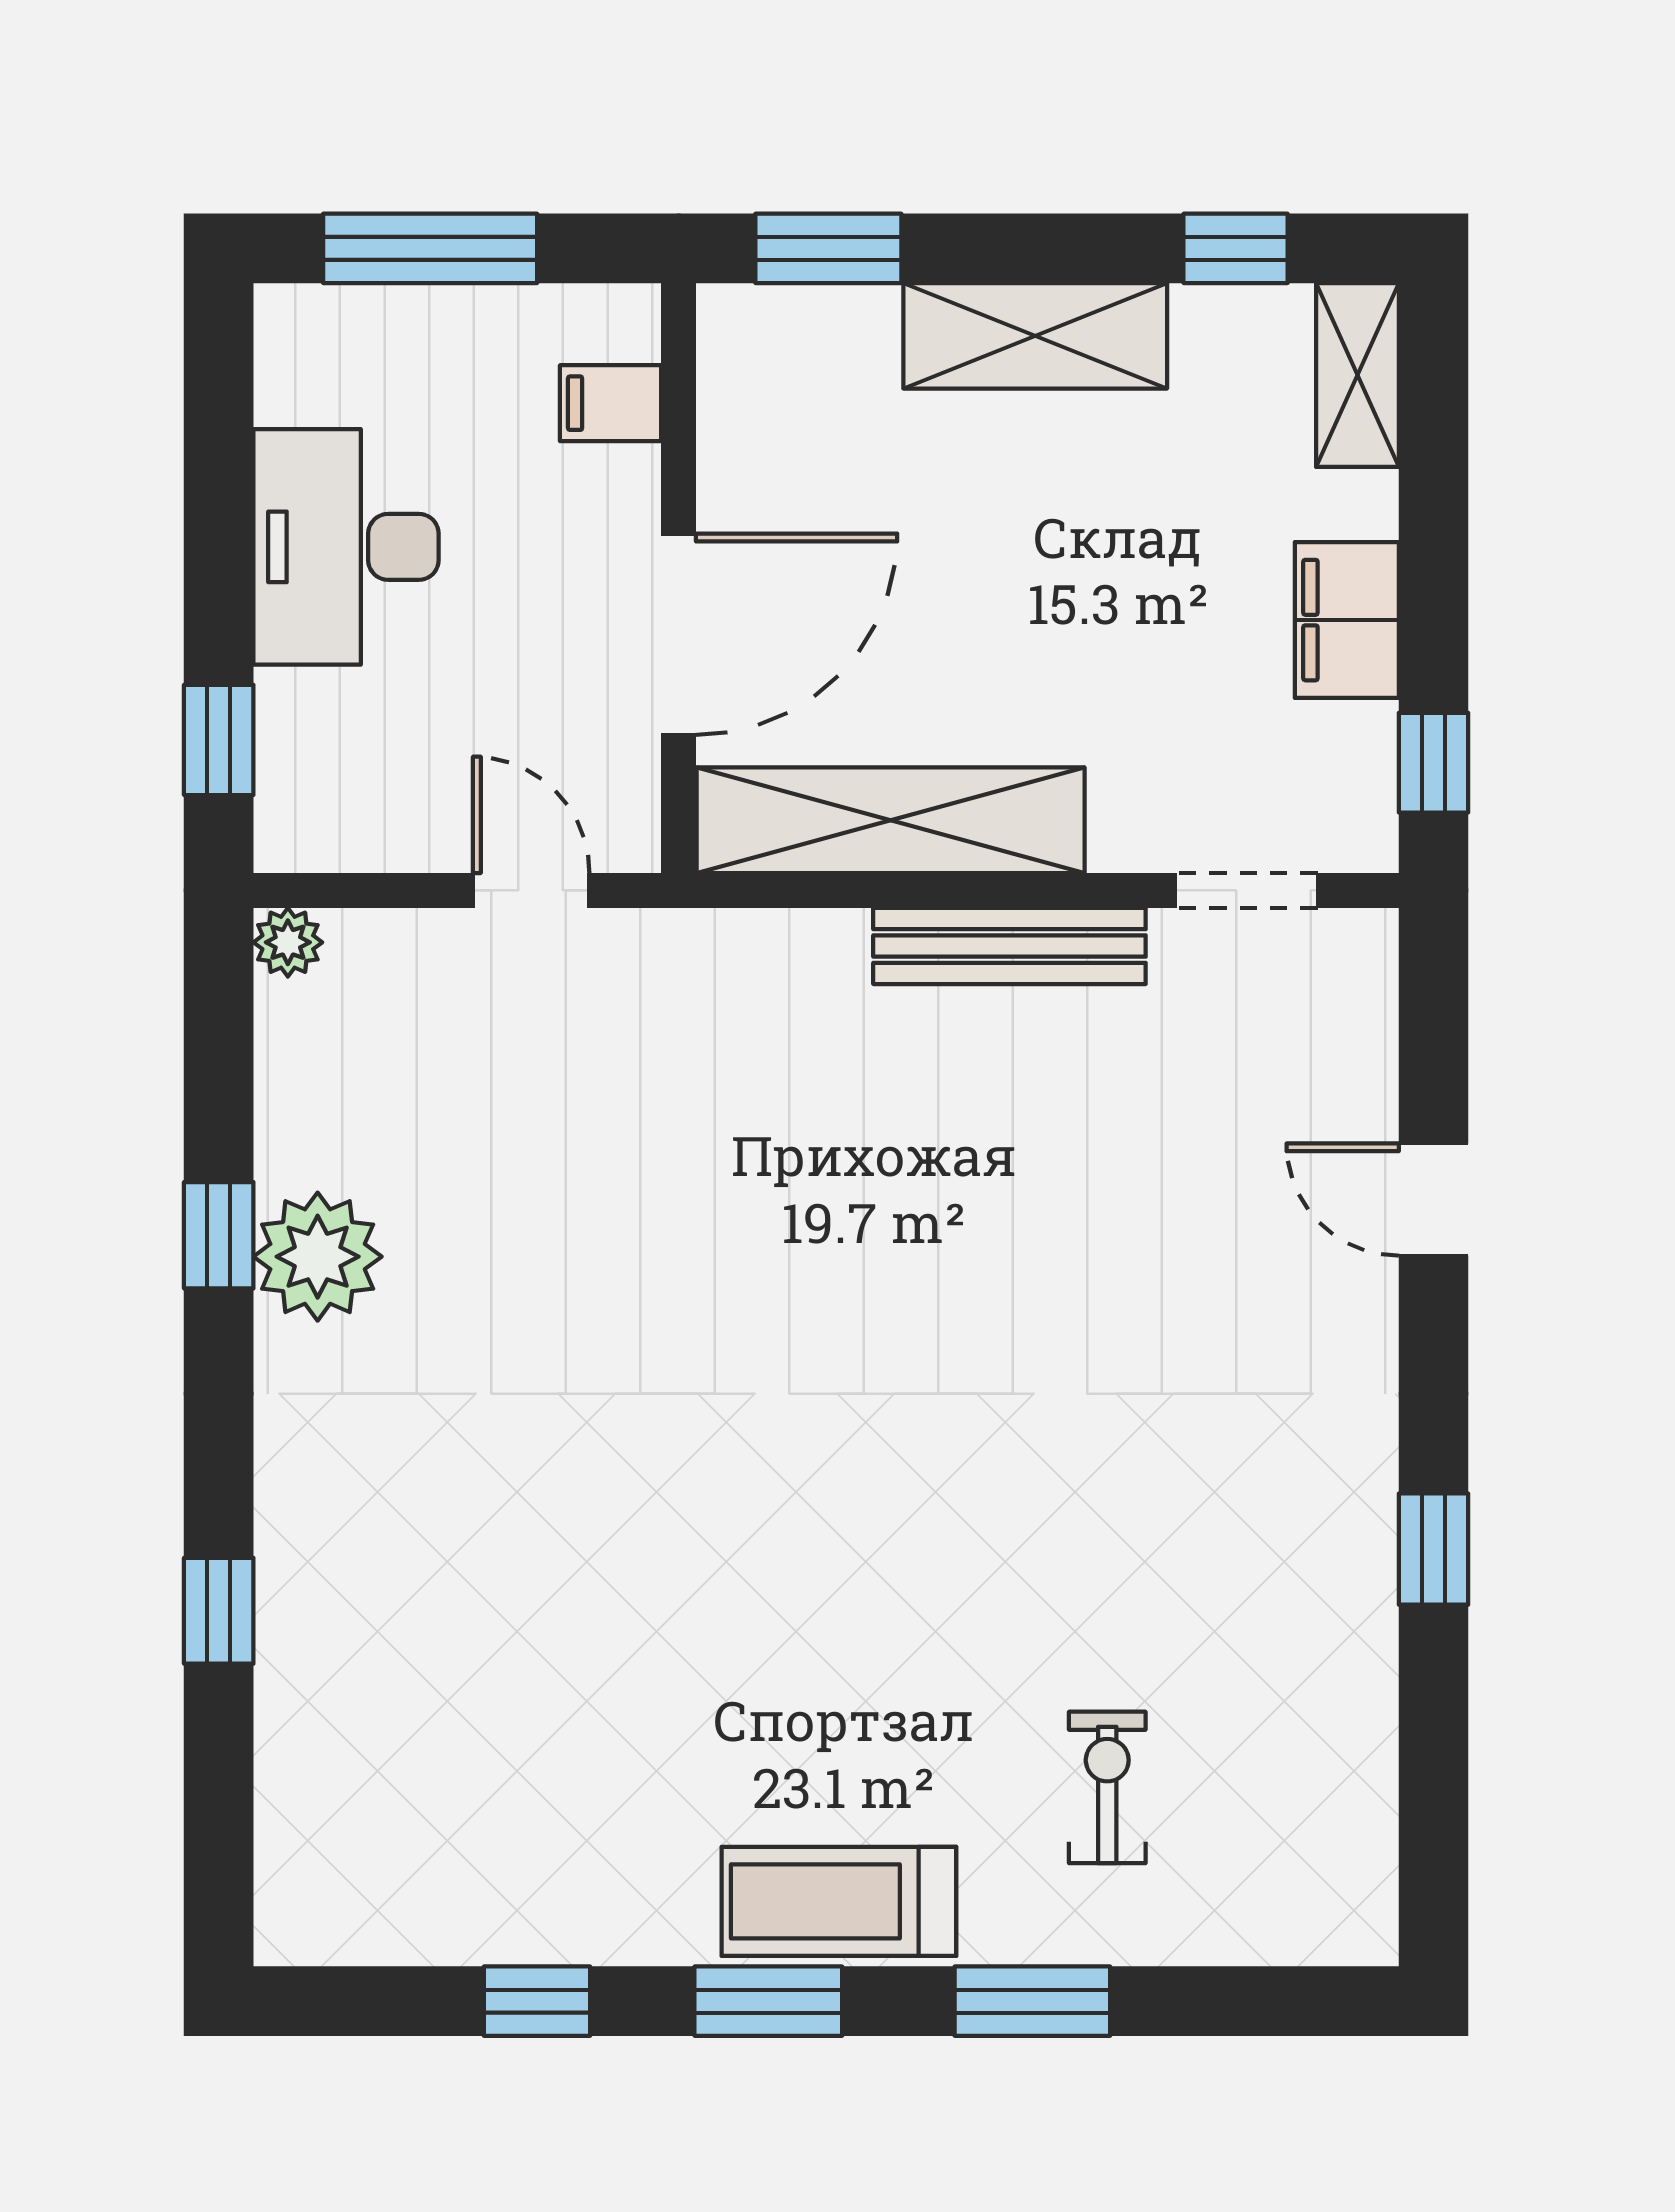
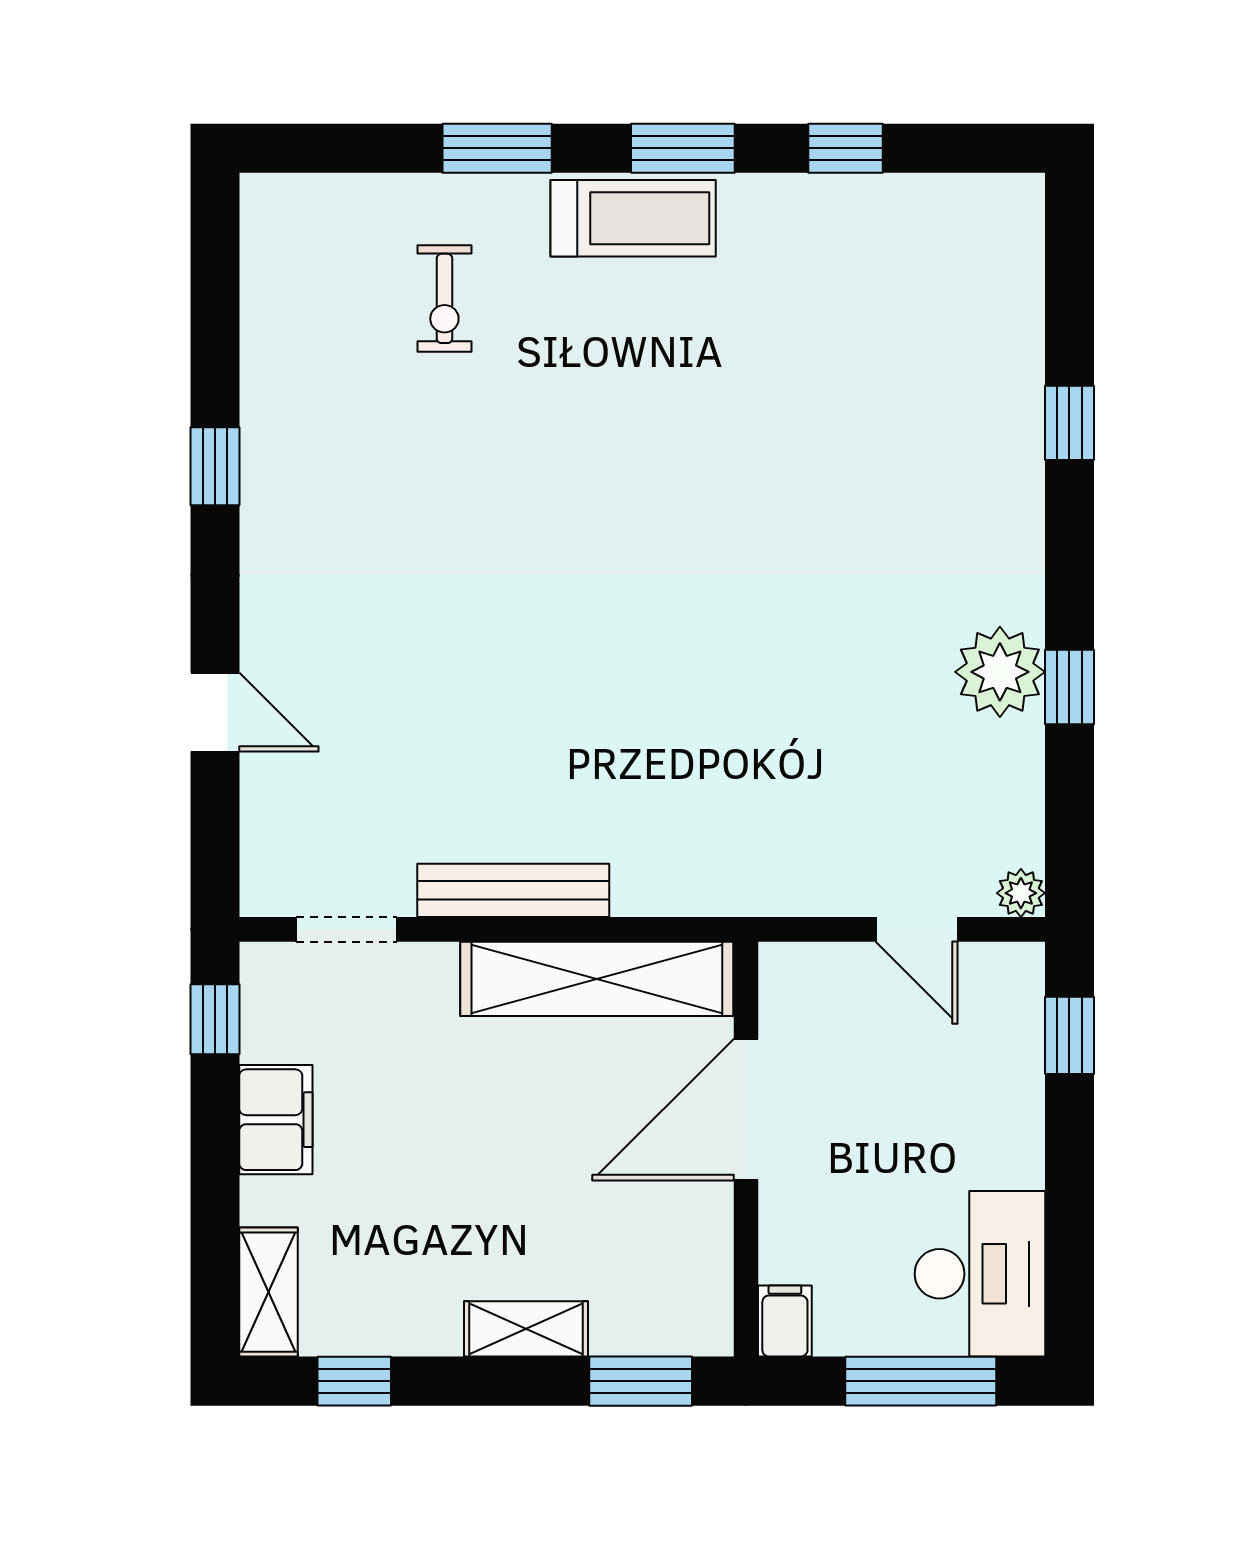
shelving: (1035, 336) -> (526, 1329), width x0.67, depth x0.75
filing cabinet: (611, 403) -> (785, 1321), moved, turned -90
desk: (346, 547) -> (980, 1274), moved
door: (531, 890) -> (917, 929), moved

